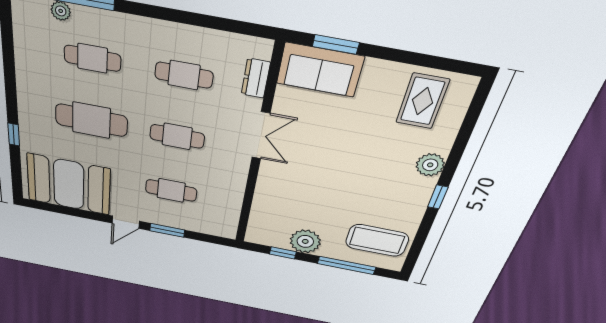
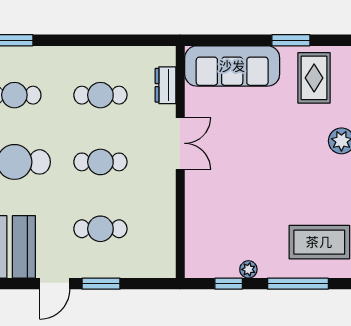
window: (336, 44) -> (291, 40), moved
sofa: (320, 70) -> (232, 66), width x1.36
plant: (305, 241) -> (248, 269), width x0.53, depth x0.53

